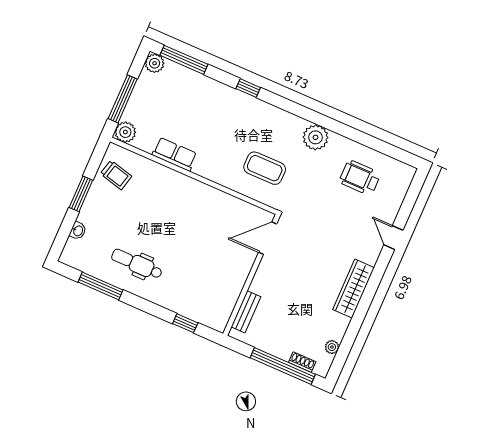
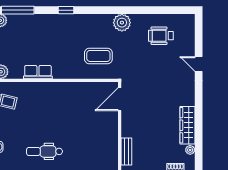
wardrobe: (353, 289) -> (188, 125), moved

